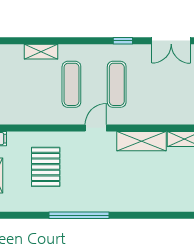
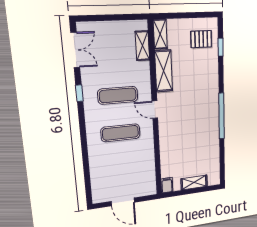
shelving: (41, 52) -> (142, 46), moved
pallet: (46, 167) -> (201, 39), moved, width x0.67, depth x0.71
window: (166, 215) -> (221, 47), added

